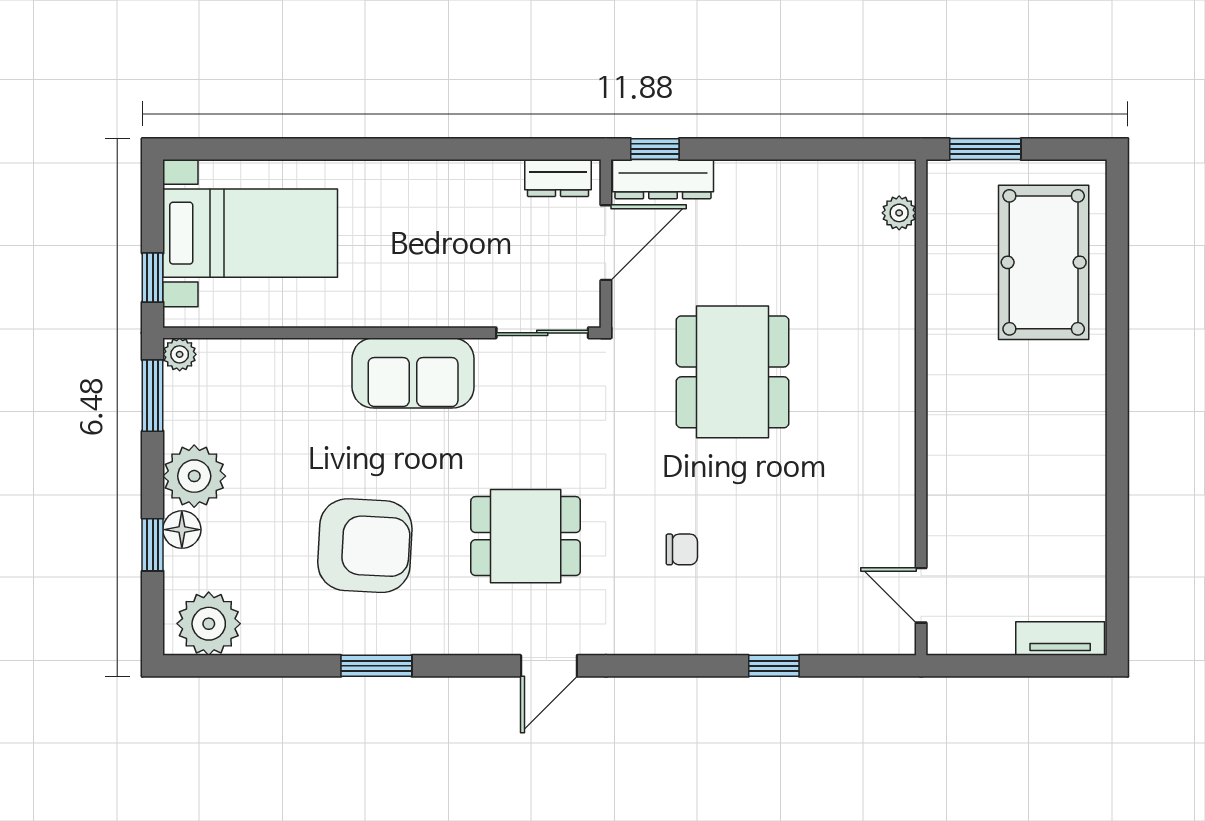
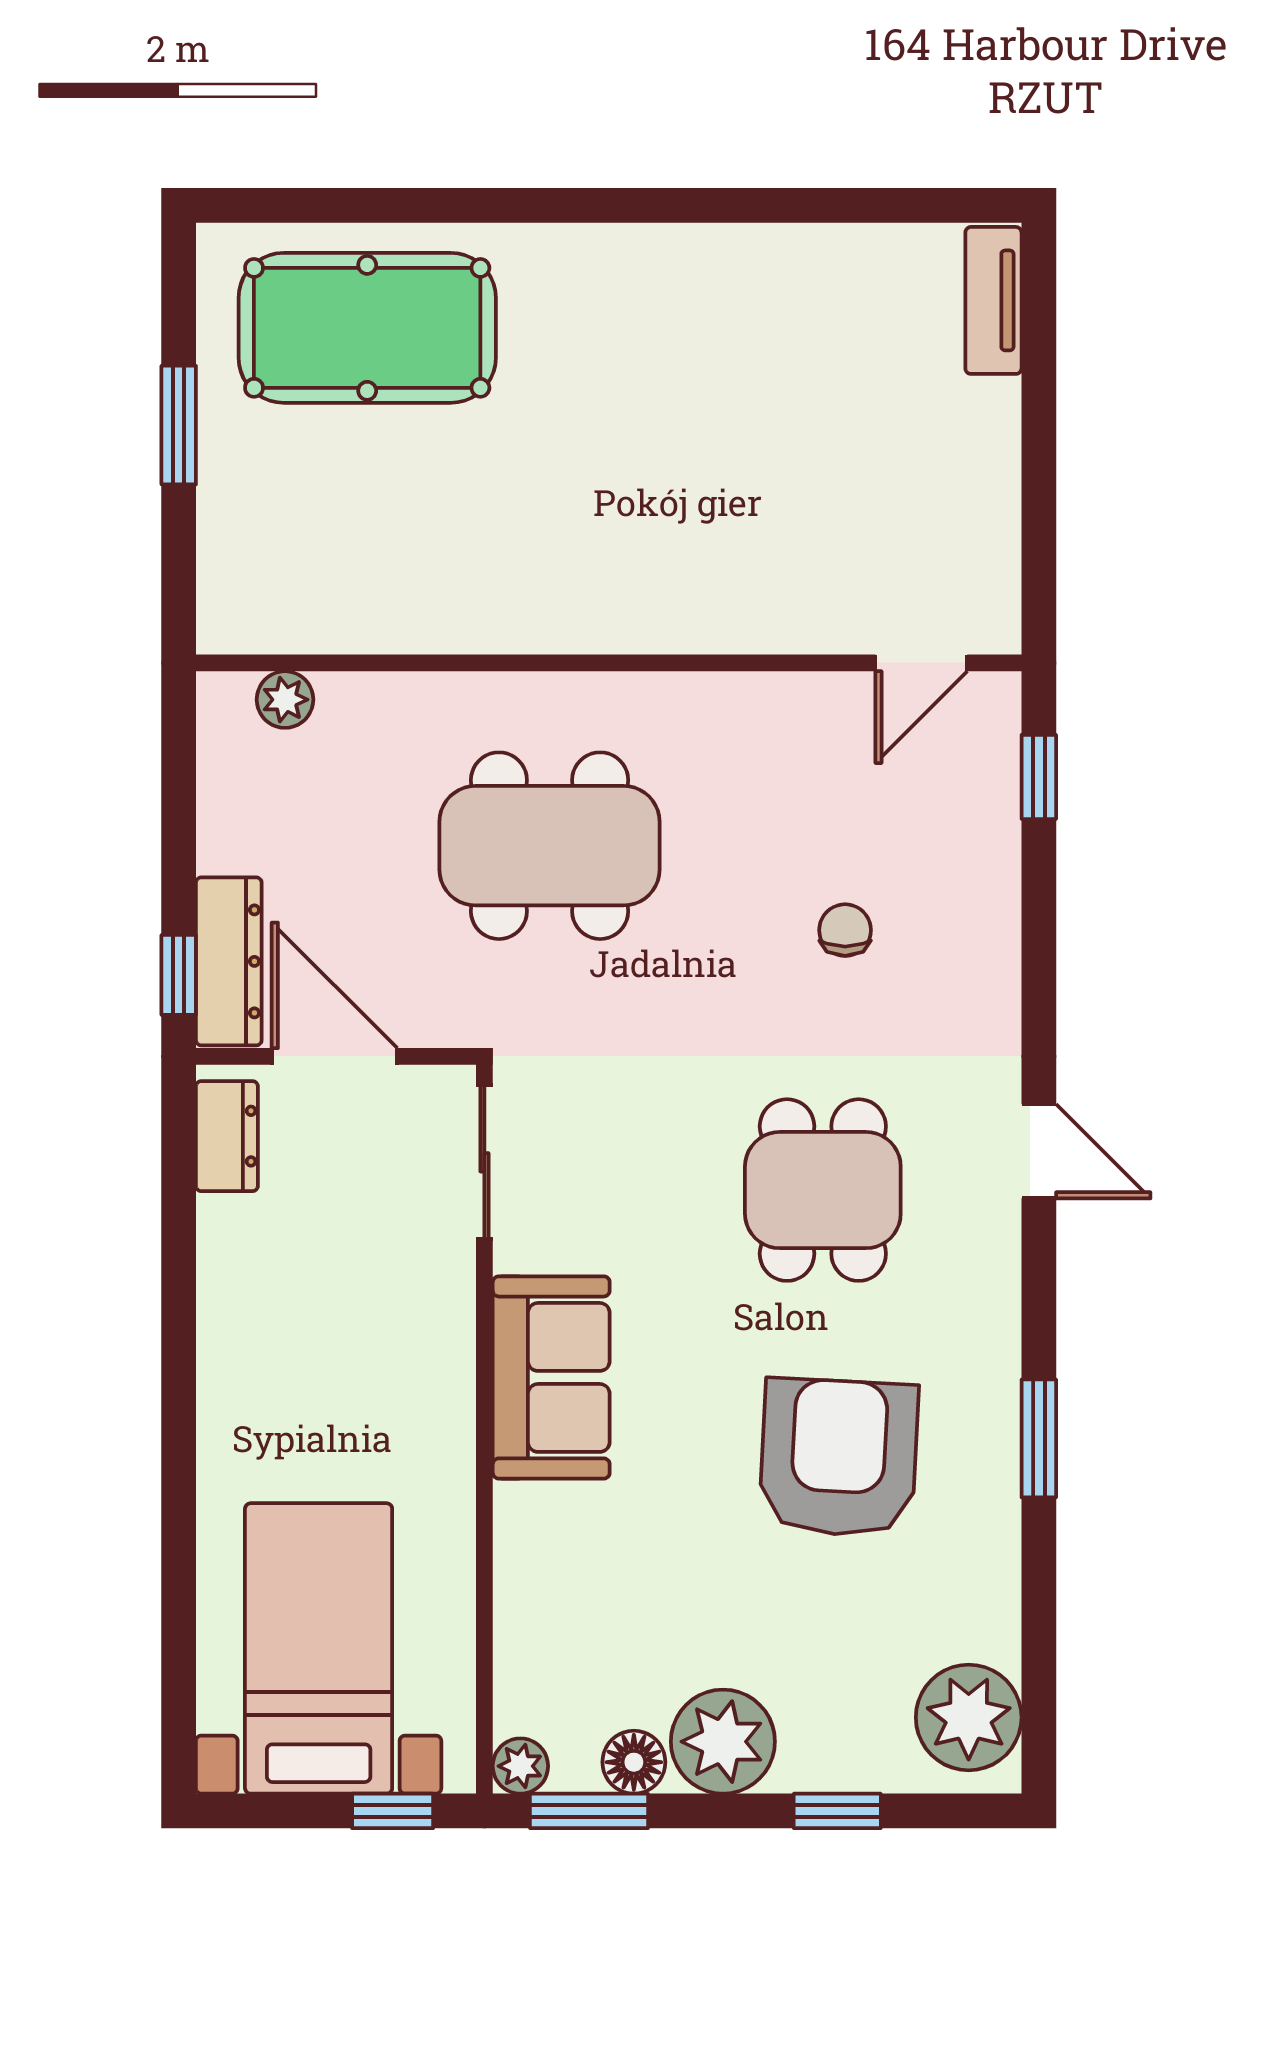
plant: (899, 213) -> (285, 700), moved
wall: (921, 407) -> (609, 663), moved
floor lamp: (182, 530) -> (634, 1762), moved
door: (921, 595) -> (921, 663), moved

